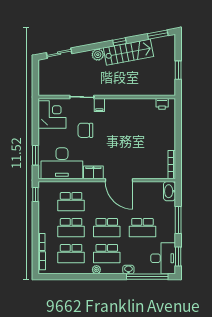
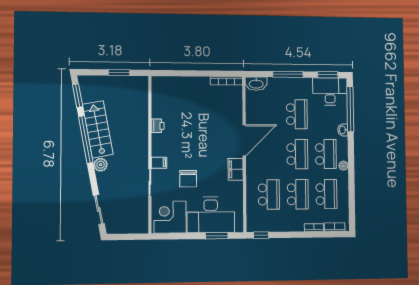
window: (120, 42) -> (86, 140), width x3.17
printer: (162, 104) -> (158, 126), moved
desk: (62, 163) -> (211, 215), moved, turned 90

